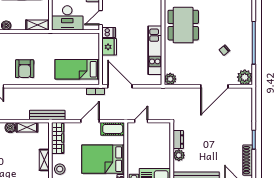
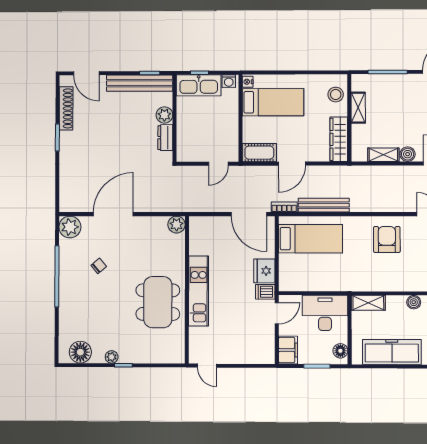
kitchen unit: (155, 50) -> (199, 291), moved
bench: (47, 115) -> (324, 205), moved
bed: (103, 159) -> (273, 102), width x0.67

